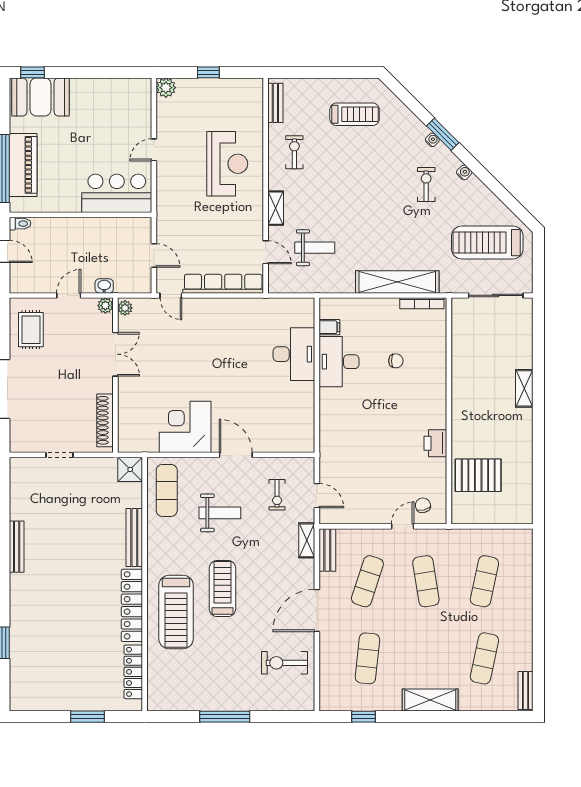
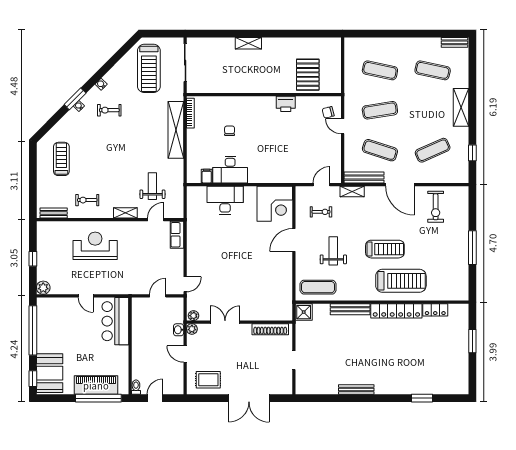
window: (103, 72) -> (33, 330), added
row of seats: (223, 284) -> (177, 235), width x0.50
corner desk: (185, 427) -> (275, 204), moved, turned -90
bench: (327, 550) -> (364, 178), width x1.36
treadmill: (222, 588) -> (385, 249), turned 180
exercise mat: (367, 658) -> (433, 150), turned -30
locker: (133, 672) -> (435, 310), width x0.66

